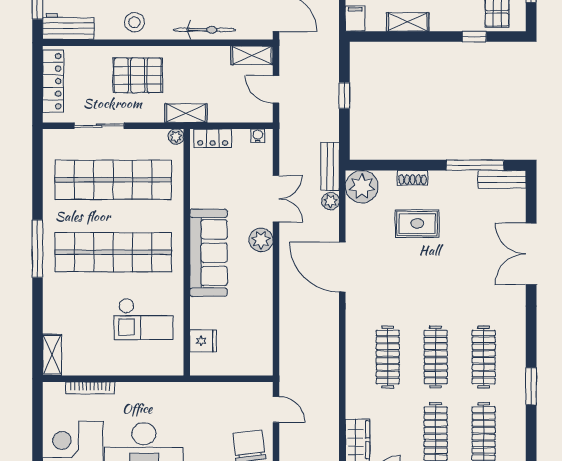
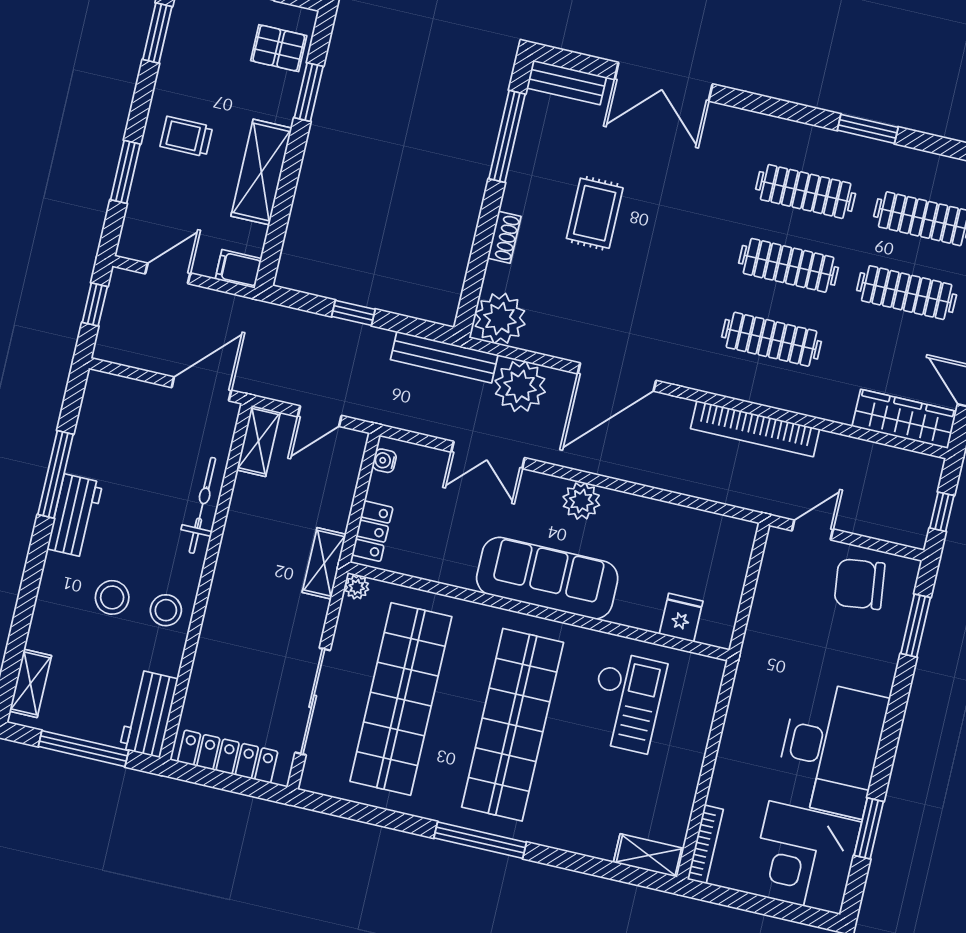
shelving: (408, 22) -> (261, 172), width x1.50, depth x1.33
window: (474, 37) -> (309, 92), width x1.50
pallet: (138, 75) -> (249, 624), removed
sliding door: (99, 126) -> (313, 701), width x1.37
bench: (330, 167) -> (444, 357), width x1.36
bench: (502, 179) -> (567, 83), moved, turned 90
double door: (276, 199) -> (488, 455), swing flipped
plant: (331, 201) -> (520, 386), width x1.88, depth x1.88
rug: (417, 223) -> (595, 213), moved
plant: (261, 240) -> (581, 501), moved
bookcase: (330, 360) -> (755, 429), added
bookcase: (90, 388) -> (705, 844), moved

